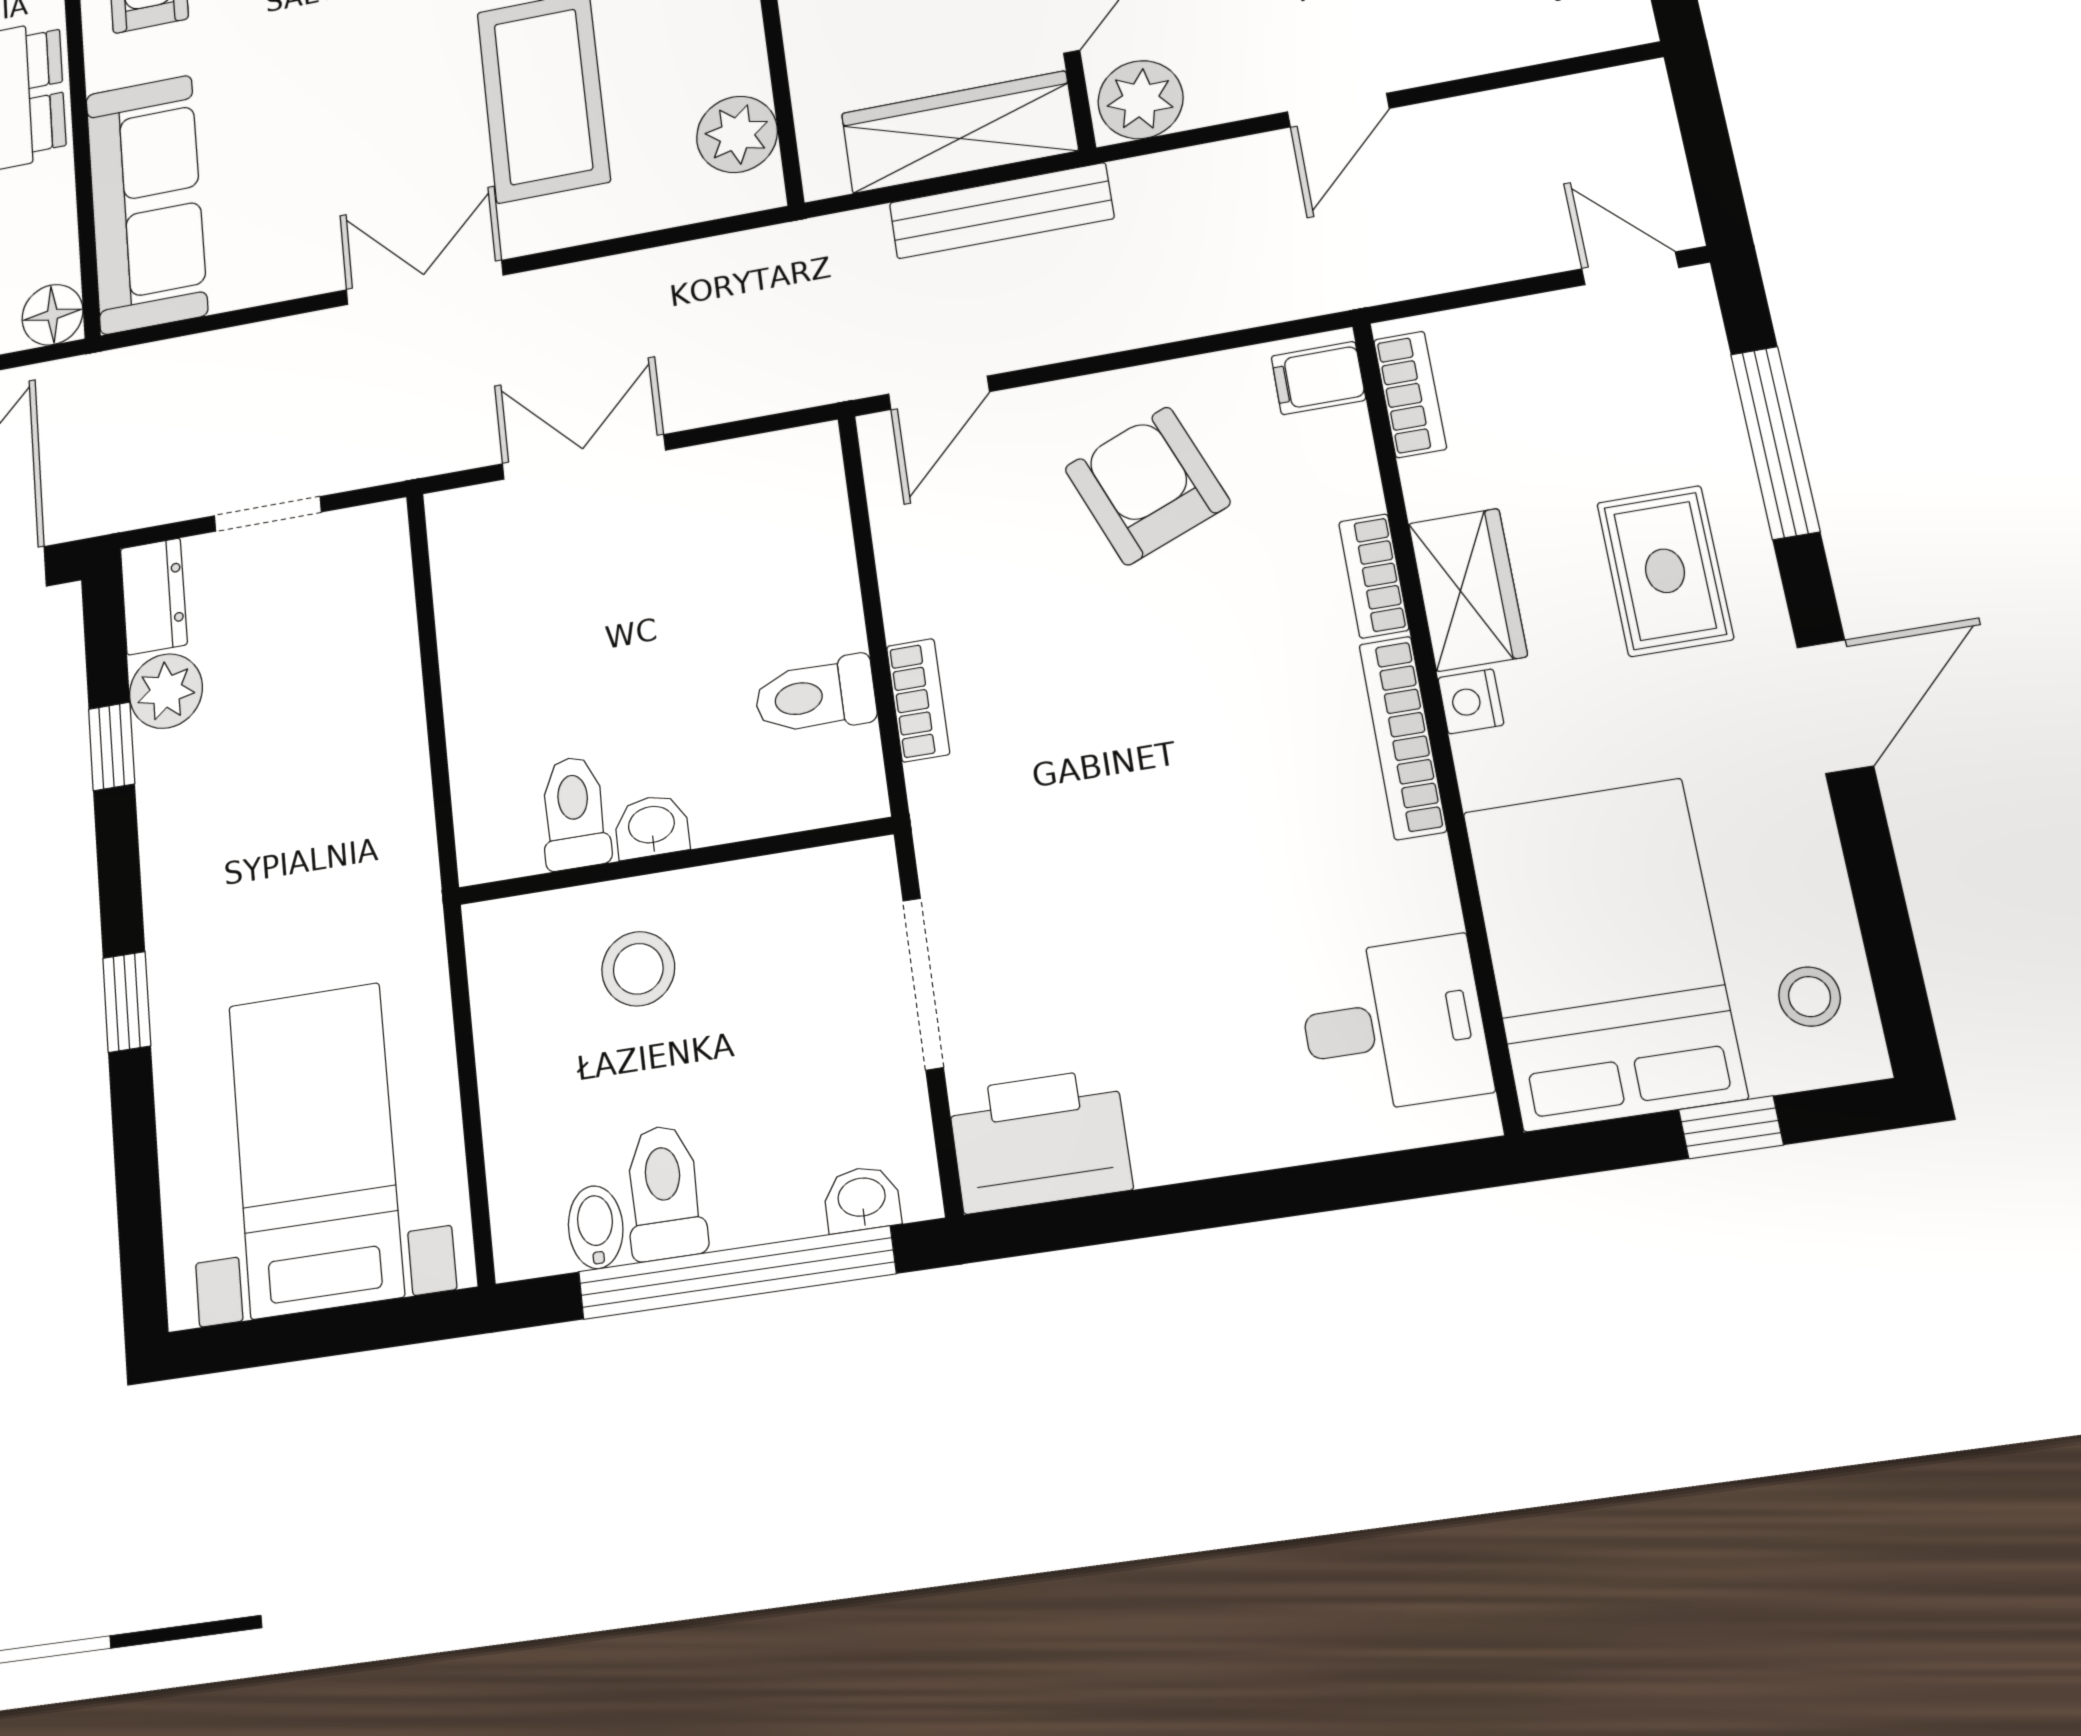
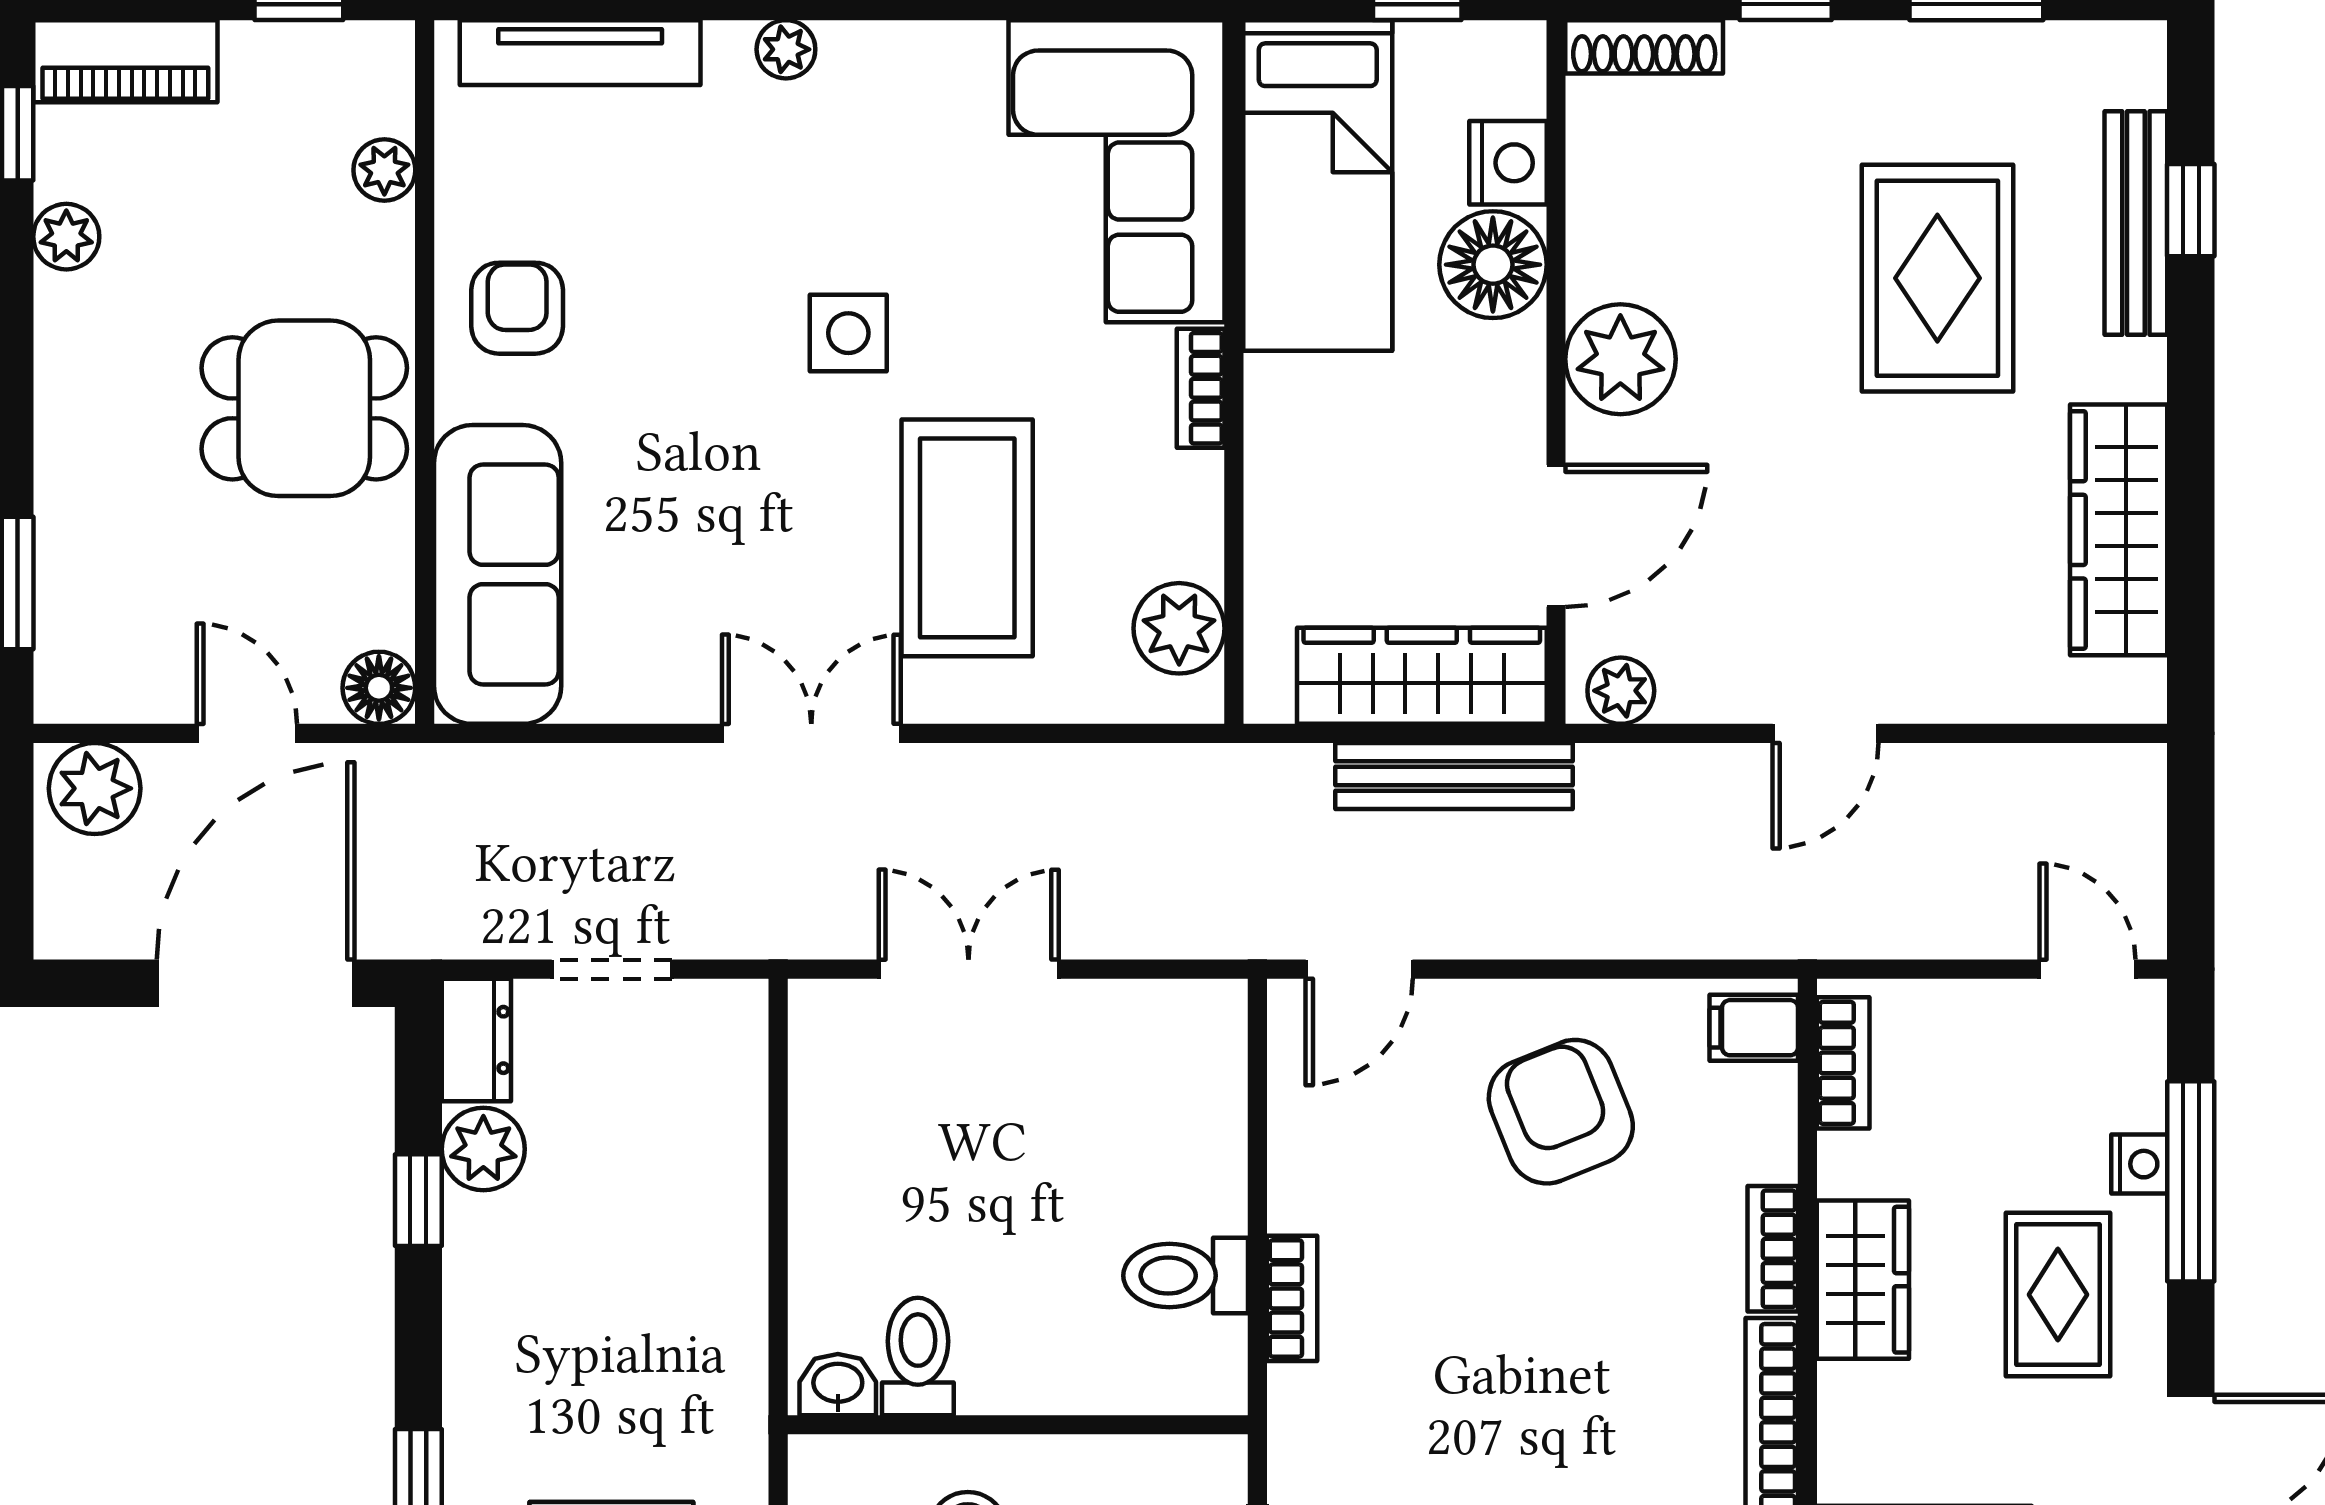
plant: (1141, 100) -> (1621, 691), width x0.73, depth x0.73
nightstand: (1471, 701) -> (2139, 1164), moved, turned 180
washbasin: (652, 826) -> (838, 1385), moved

